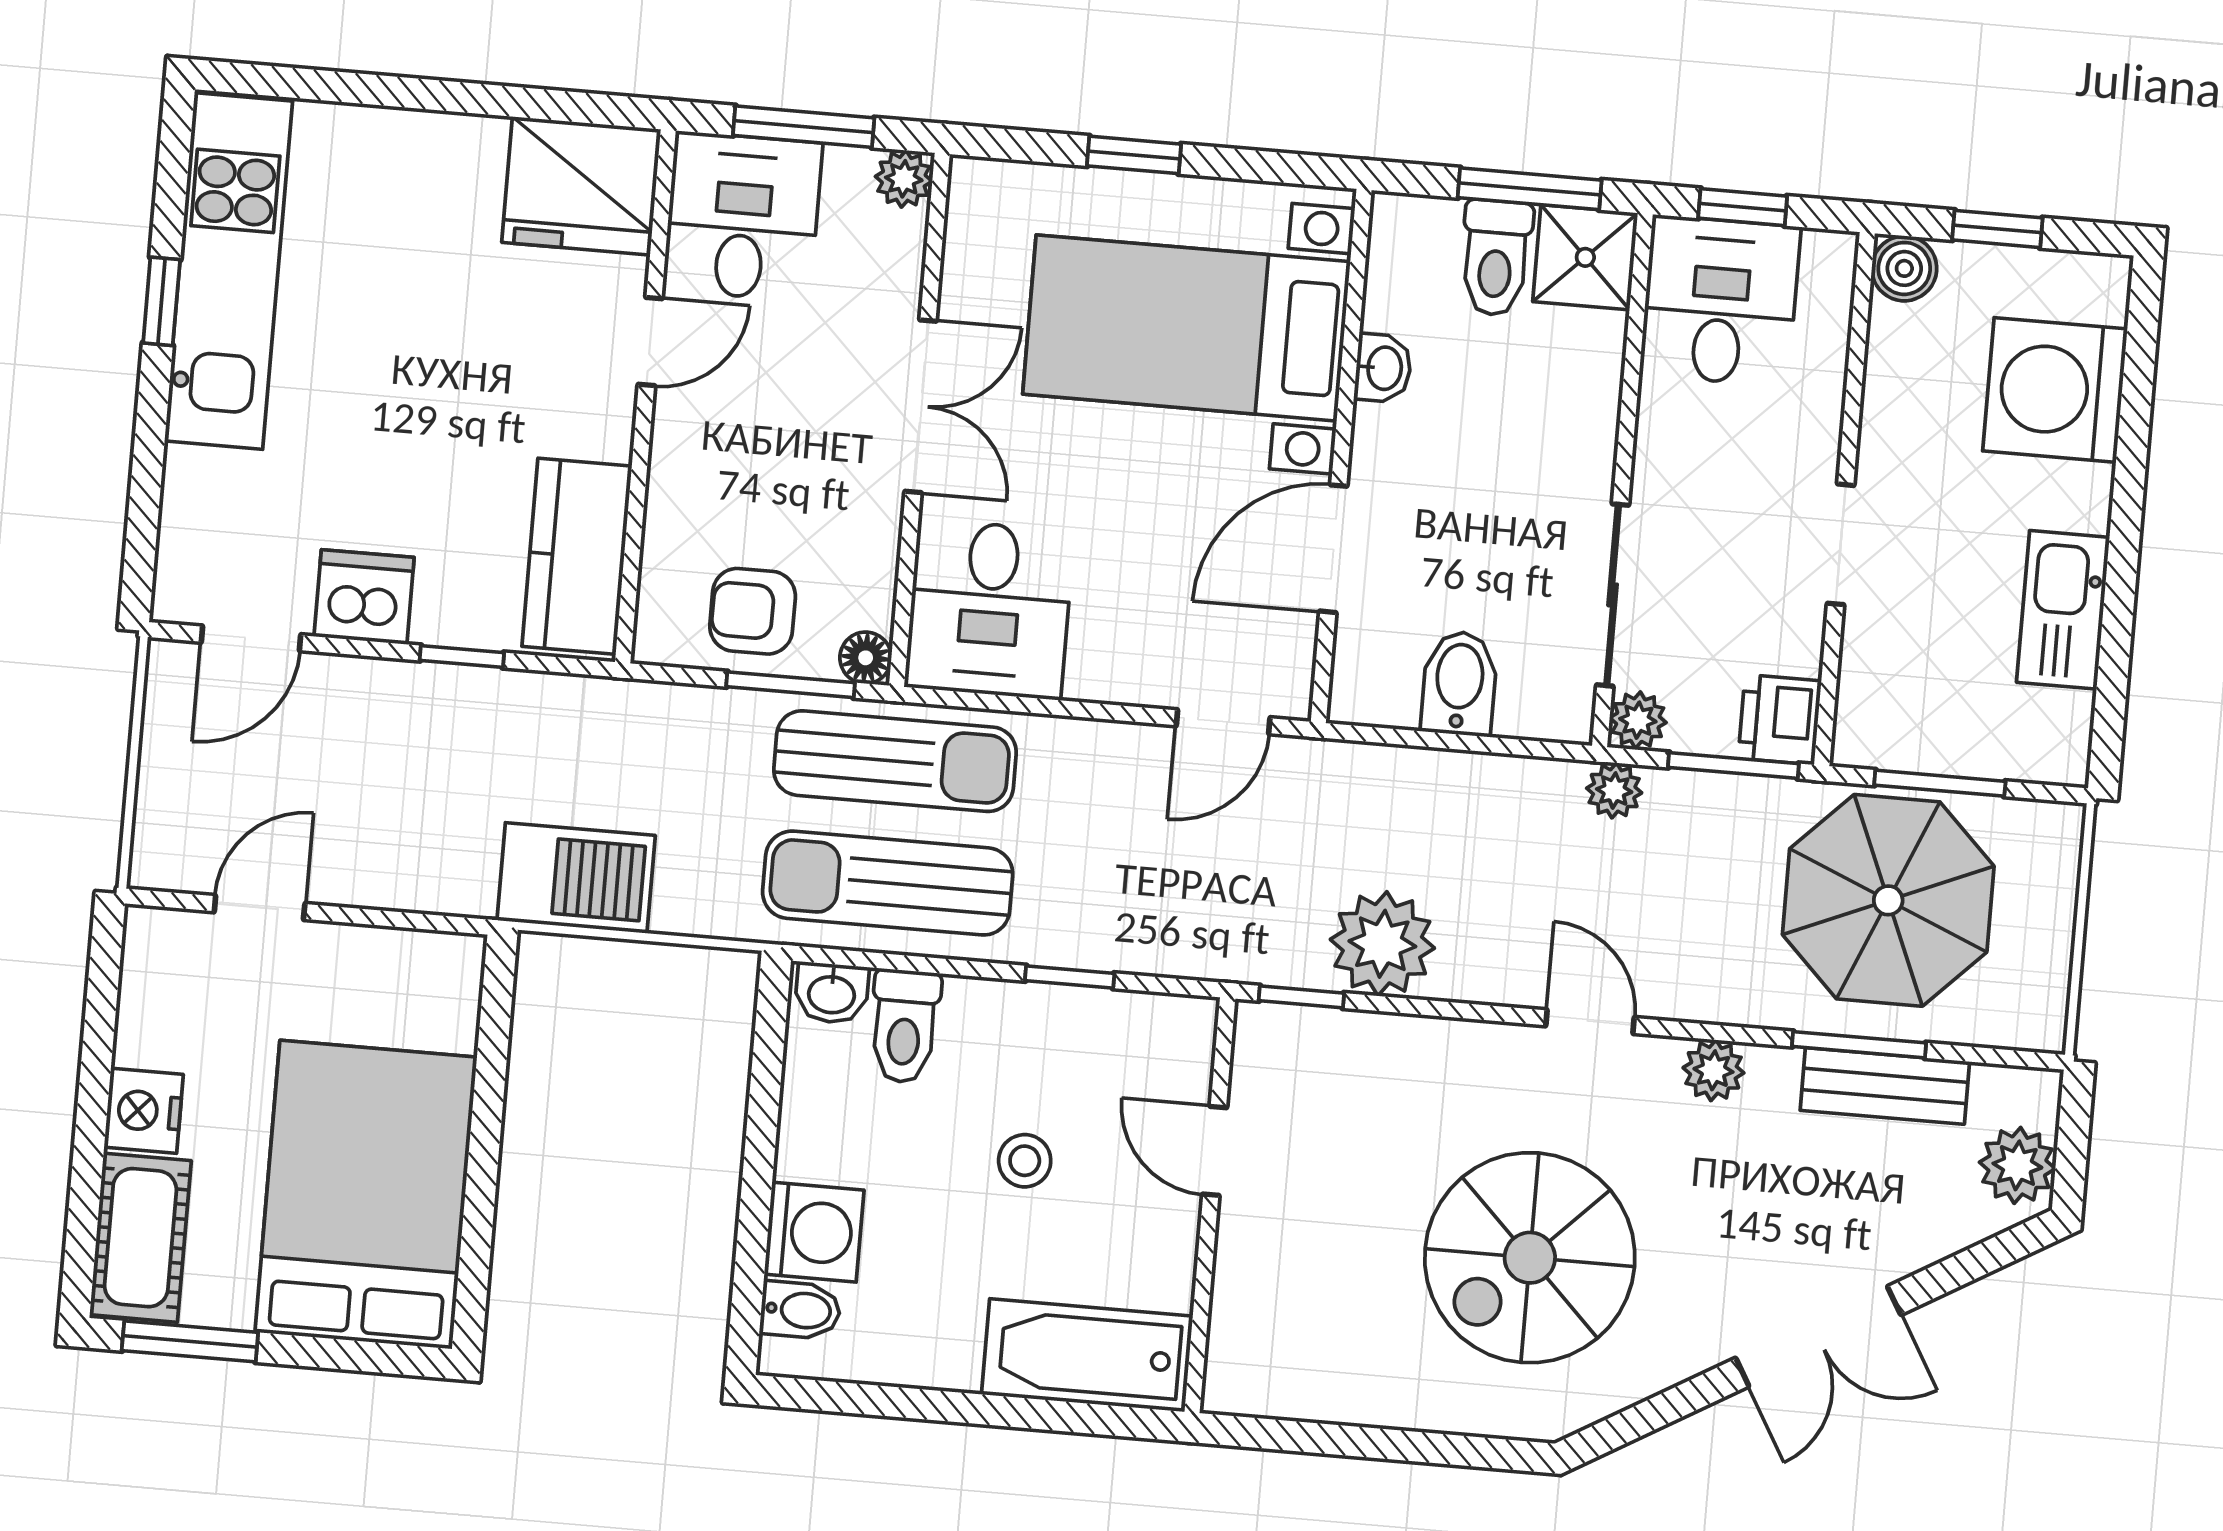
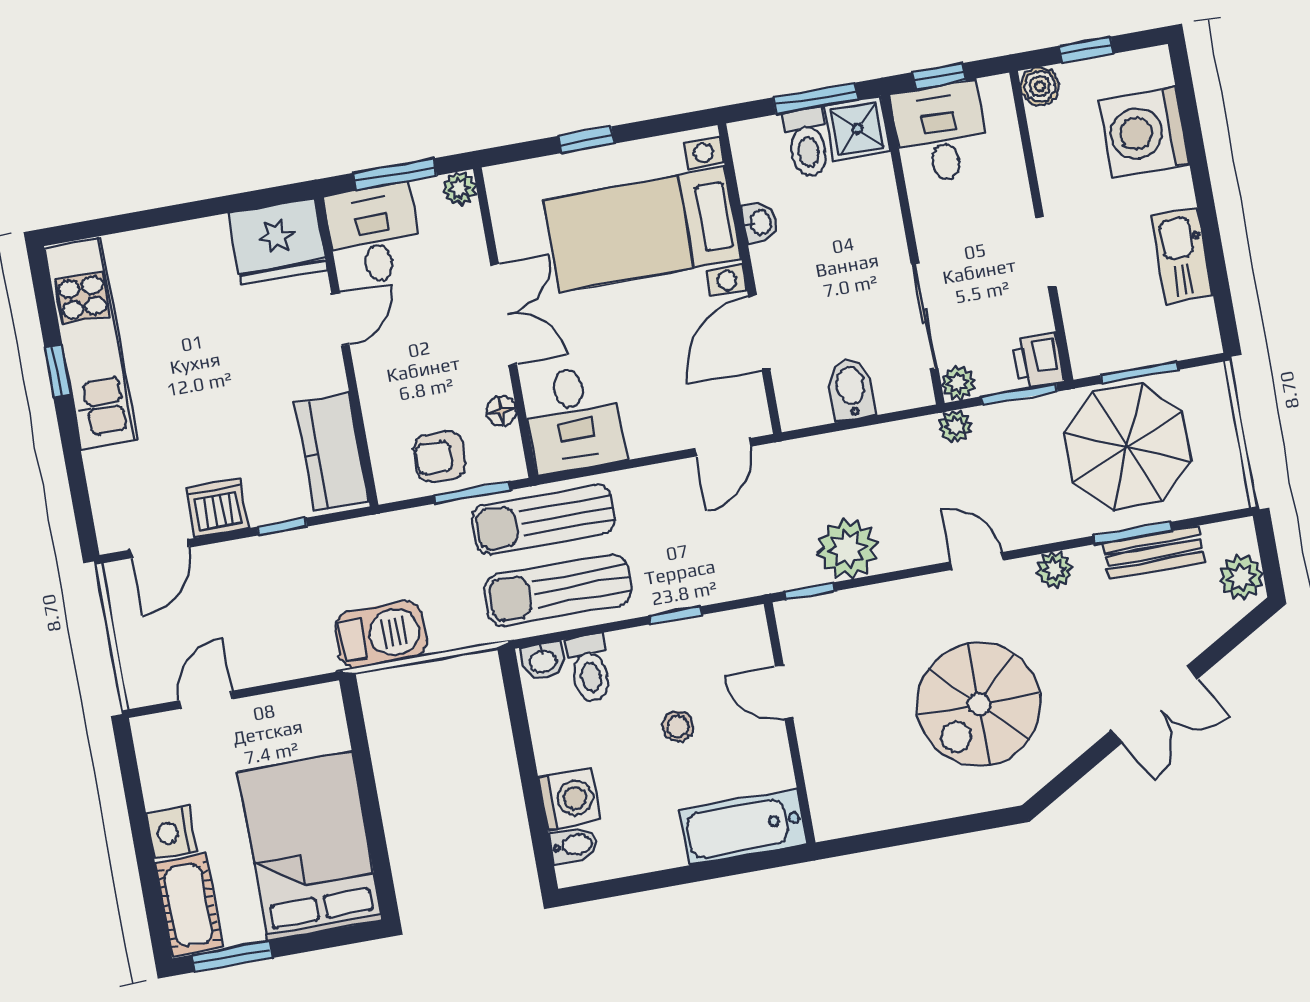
floor lamp: (866, 658) -> (501, 411), moved
sun lounger: (895, 761) -> (543, 520), turned 180

